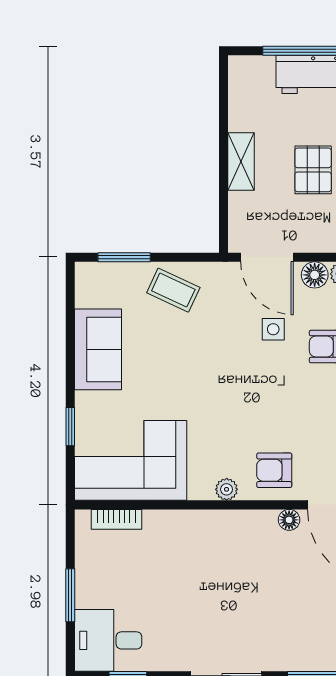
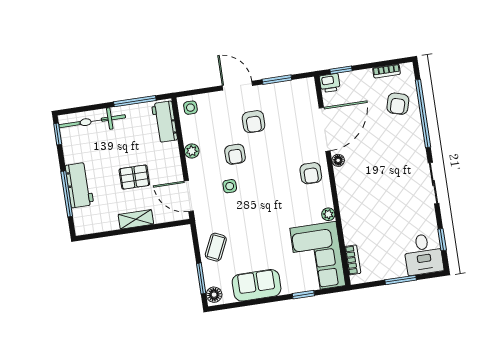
door: (267, 257) -> (189, 196), swing flipped
floor lamp: (315, 275) -> (214, 295), moved
plant: (227, 489) -> (328, 214), moved

